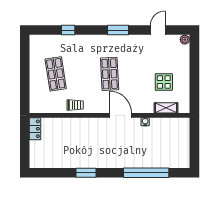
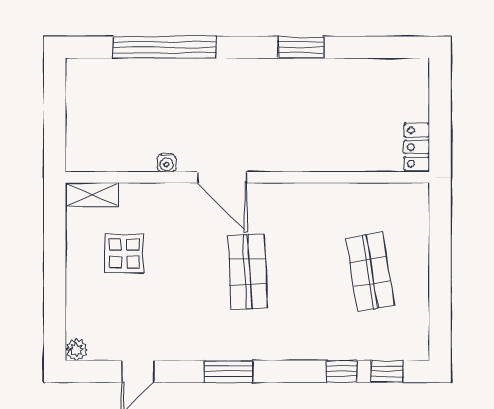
window: (48, 30) -> (387, 371), added
trolley: (75, 105) -> (326, 201), removed
shelving: (166, 108) -> (92, 195), moved

